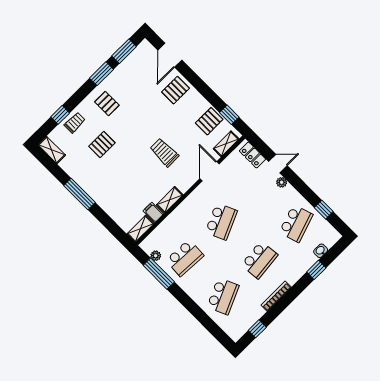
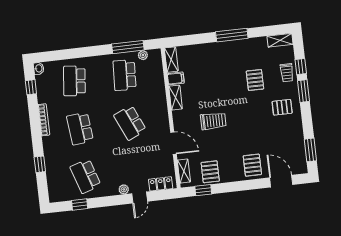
window: (101, 74) -> (304, 91), moved
washbasin: (321, 251) -> (39, 68), moved
school desk: (223, 296) -> (74, 81), turned 30

